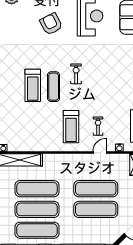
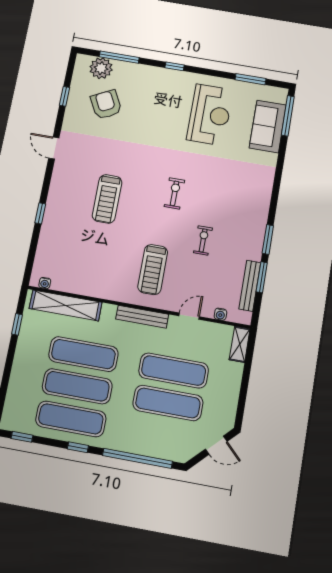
armchair: (51, 24) -> (106, 105), moved
exercise mat: (54, 87) -> (138, 206), removed
exercise bike: (98, 126) -> (203, 240), moved
bench: (70, 158) -> (142, 317), added

